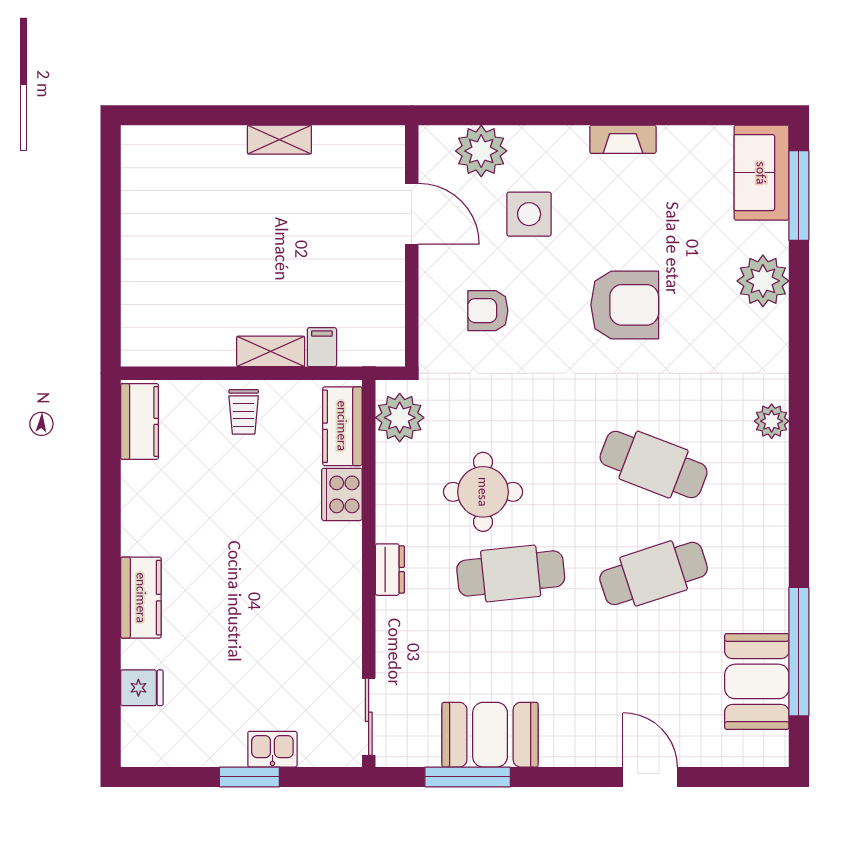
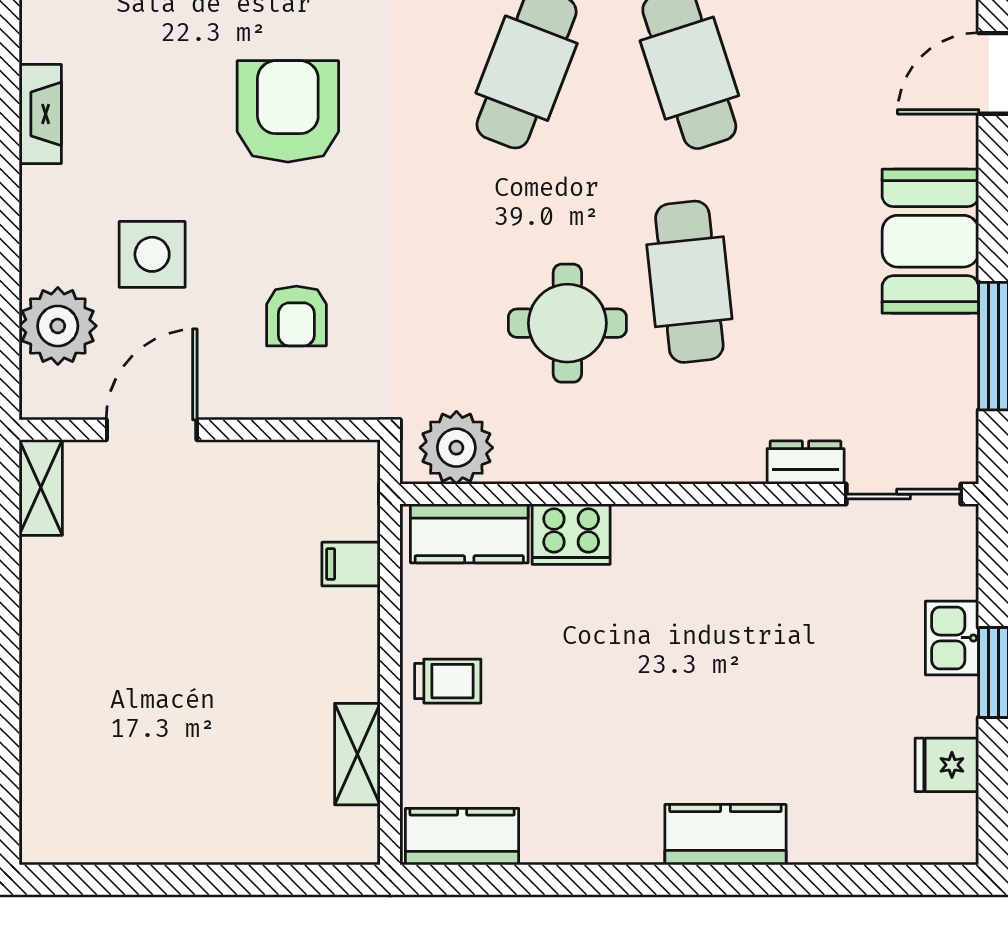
shelving: (279, 140) -> (41, 488), moved
shelving: (271, 351) -> (357, 754), moved
dresser: (390, 570) -> (806, 462), moved
fridge: (142, 688) -> (947, 765), moved, turned -90
booth: (490, 735) -> (930, 241), moved

